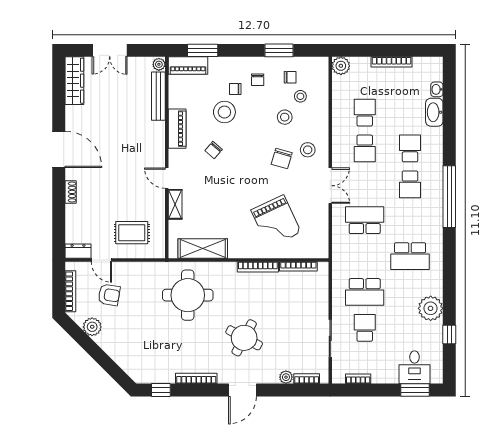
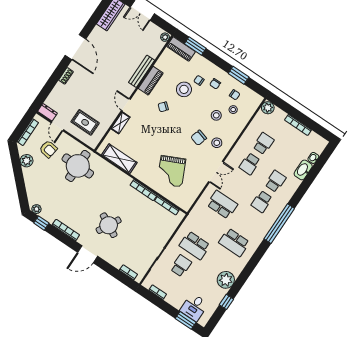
bench: (158, 96) -> (142, 71), moved
round table: (188, 295) -> (78, 166), moved
plant: (286, 377) -> (36, 209), moved

